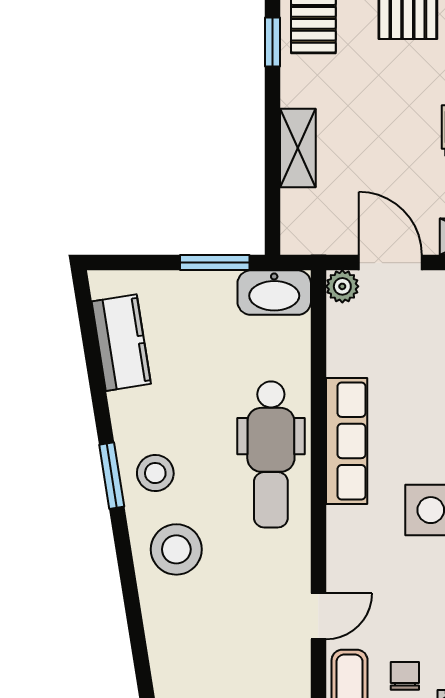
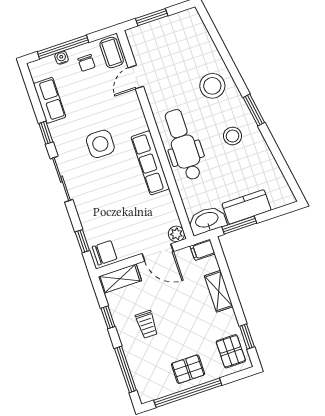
filing cabinet: (302, 239) -> (203, 250), added
kitchen counter: (121, 343) -> (246, 207), moved, turned 99
stool: (155, 473) -> (232, 136), moved

